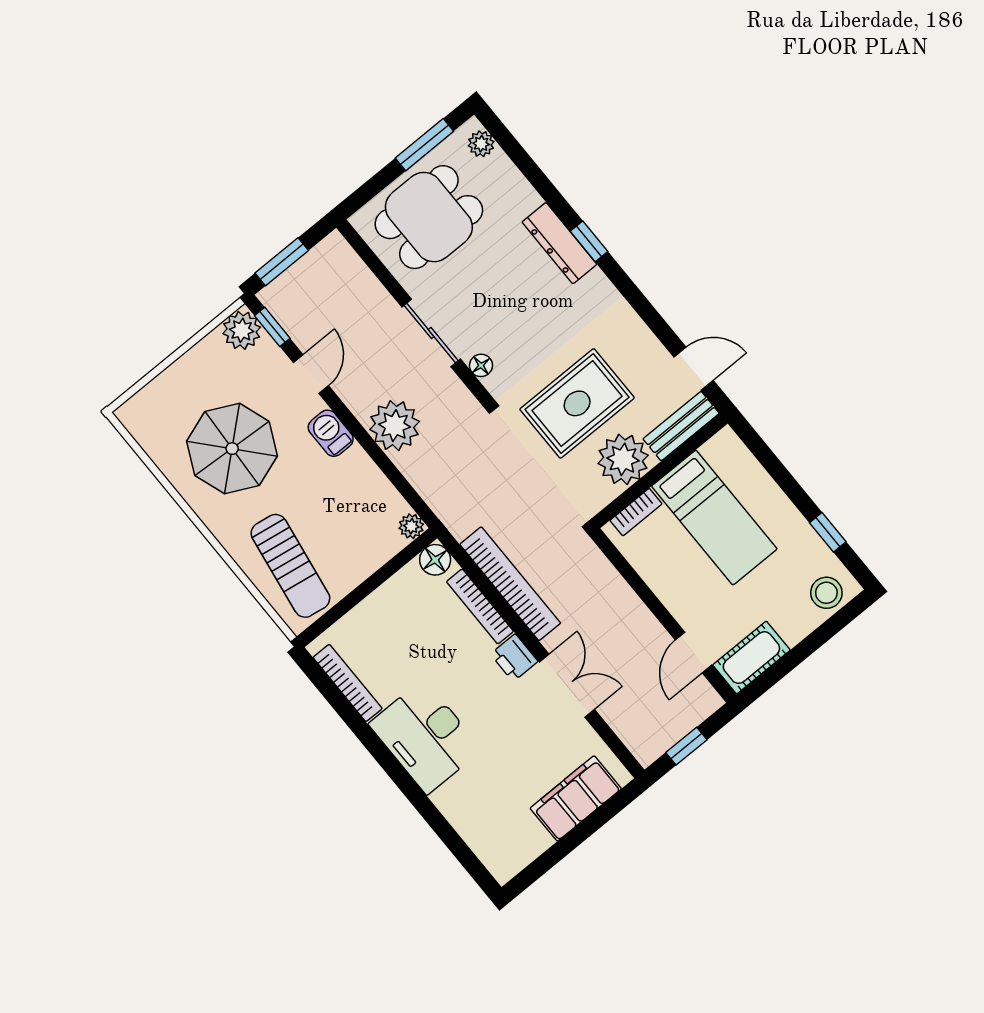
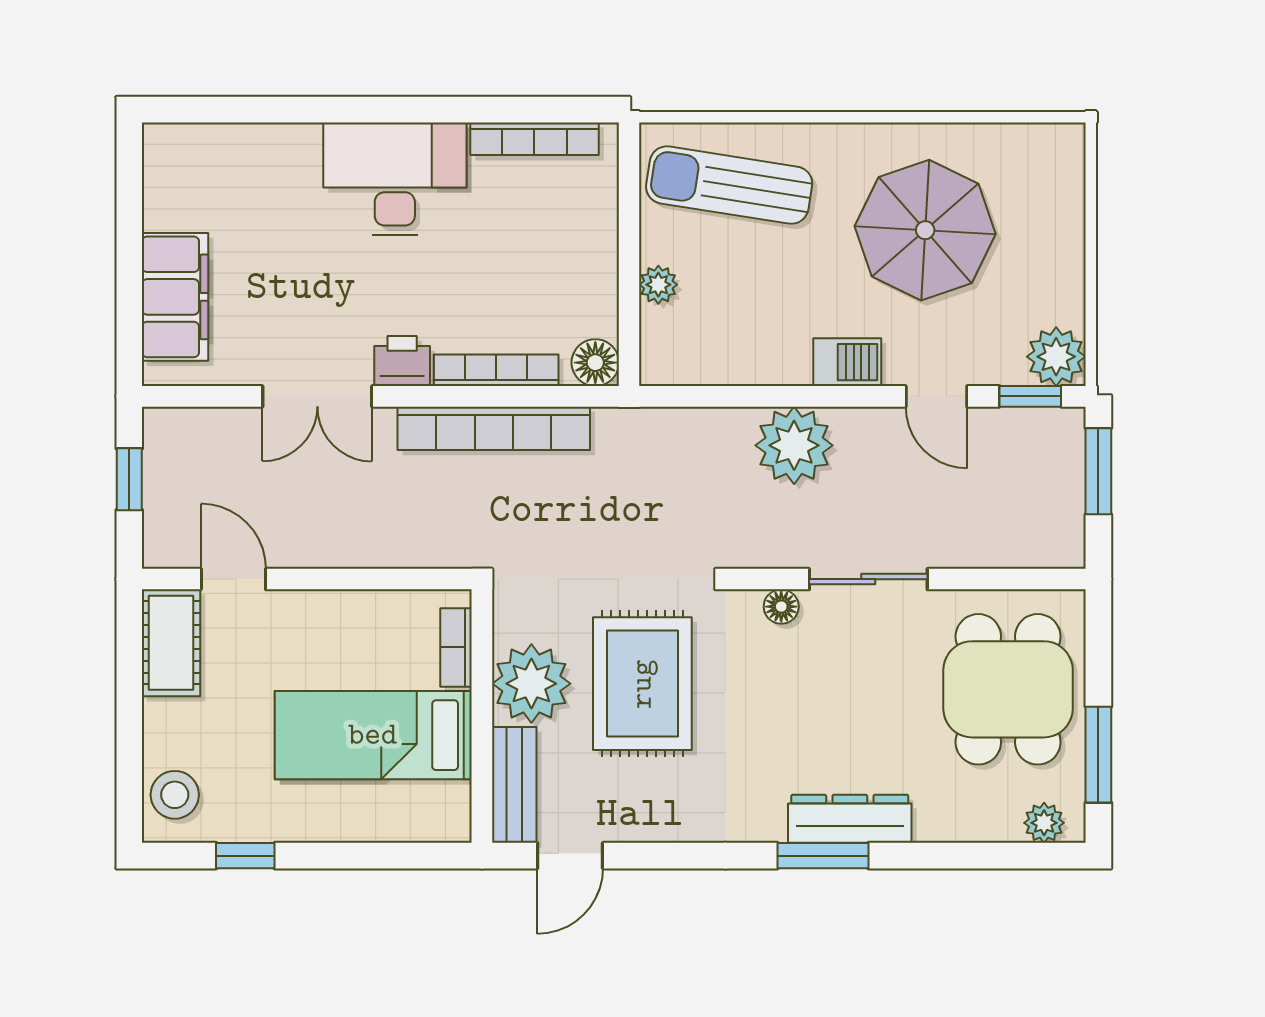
window: (589, 241) -> (823, 856), width x1.50
plant: (411, 526) -> (658, 285), moved

